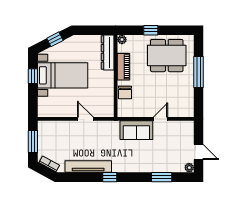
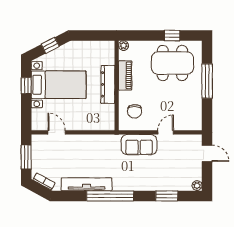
window: (151, 30) -> (172, 36), moved
dresser: (108, 53) -> (108, 84), moved
chair: (125, 93) -> (135, 111), moved
door: (85, 119) -> (57, 132), moved
door: (199, 152) -> (207, 153), moved
window: (110, 177) -> (110, 196), width x3.17

